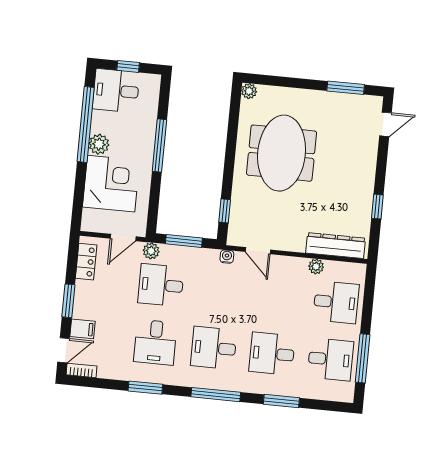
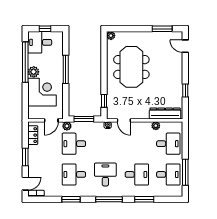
door: (386, 124) -> (185, 46), swing flipped
filing cabinet: (82, 329) -> (34, 171), removed
desk: (155, 342) -> (74, 174), turned 90
desk: (214, 348) -> (105, 174), turned 90
desk: (272, 354) -> (137, 174), turned 180

